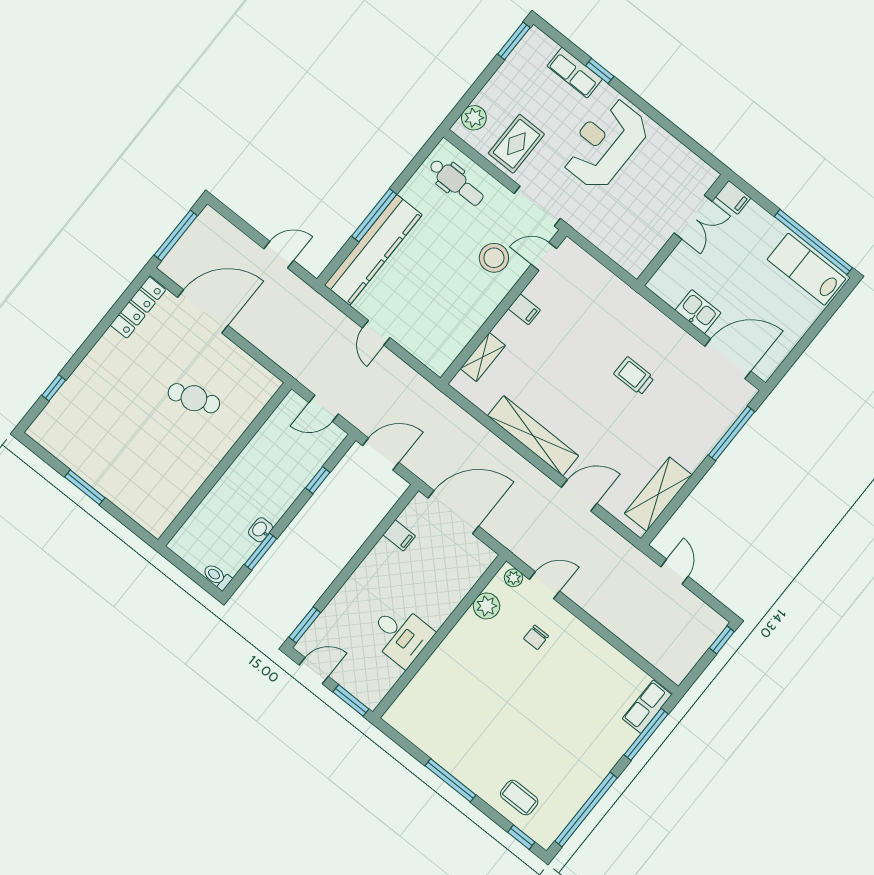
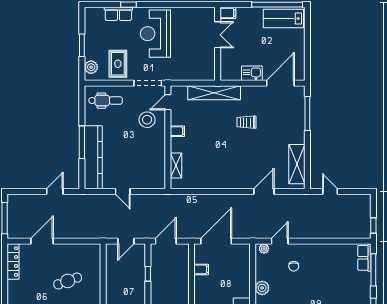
window: (514, 41) -> (82, 45), moved
door: (203, 311) -> (42, 241), width x0.73
shelving: (533, 436) -> (214, 93), moved
plant: (487, 606) -> (262, 288), moved
window: (722, 640) -> (373, 225), moved

